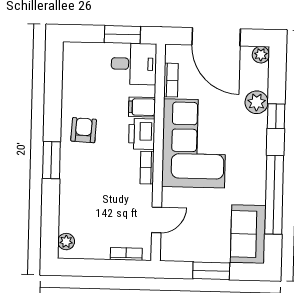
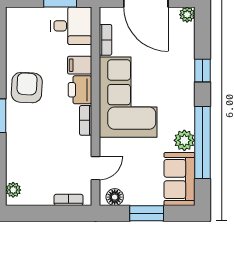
plant: (257, 102) -> (184, 140), moved
armchair: (84, 130) -> (27, 88), width x1.38, depth x1.38
floor lamp: (177, 252) -> (115, 197), added

